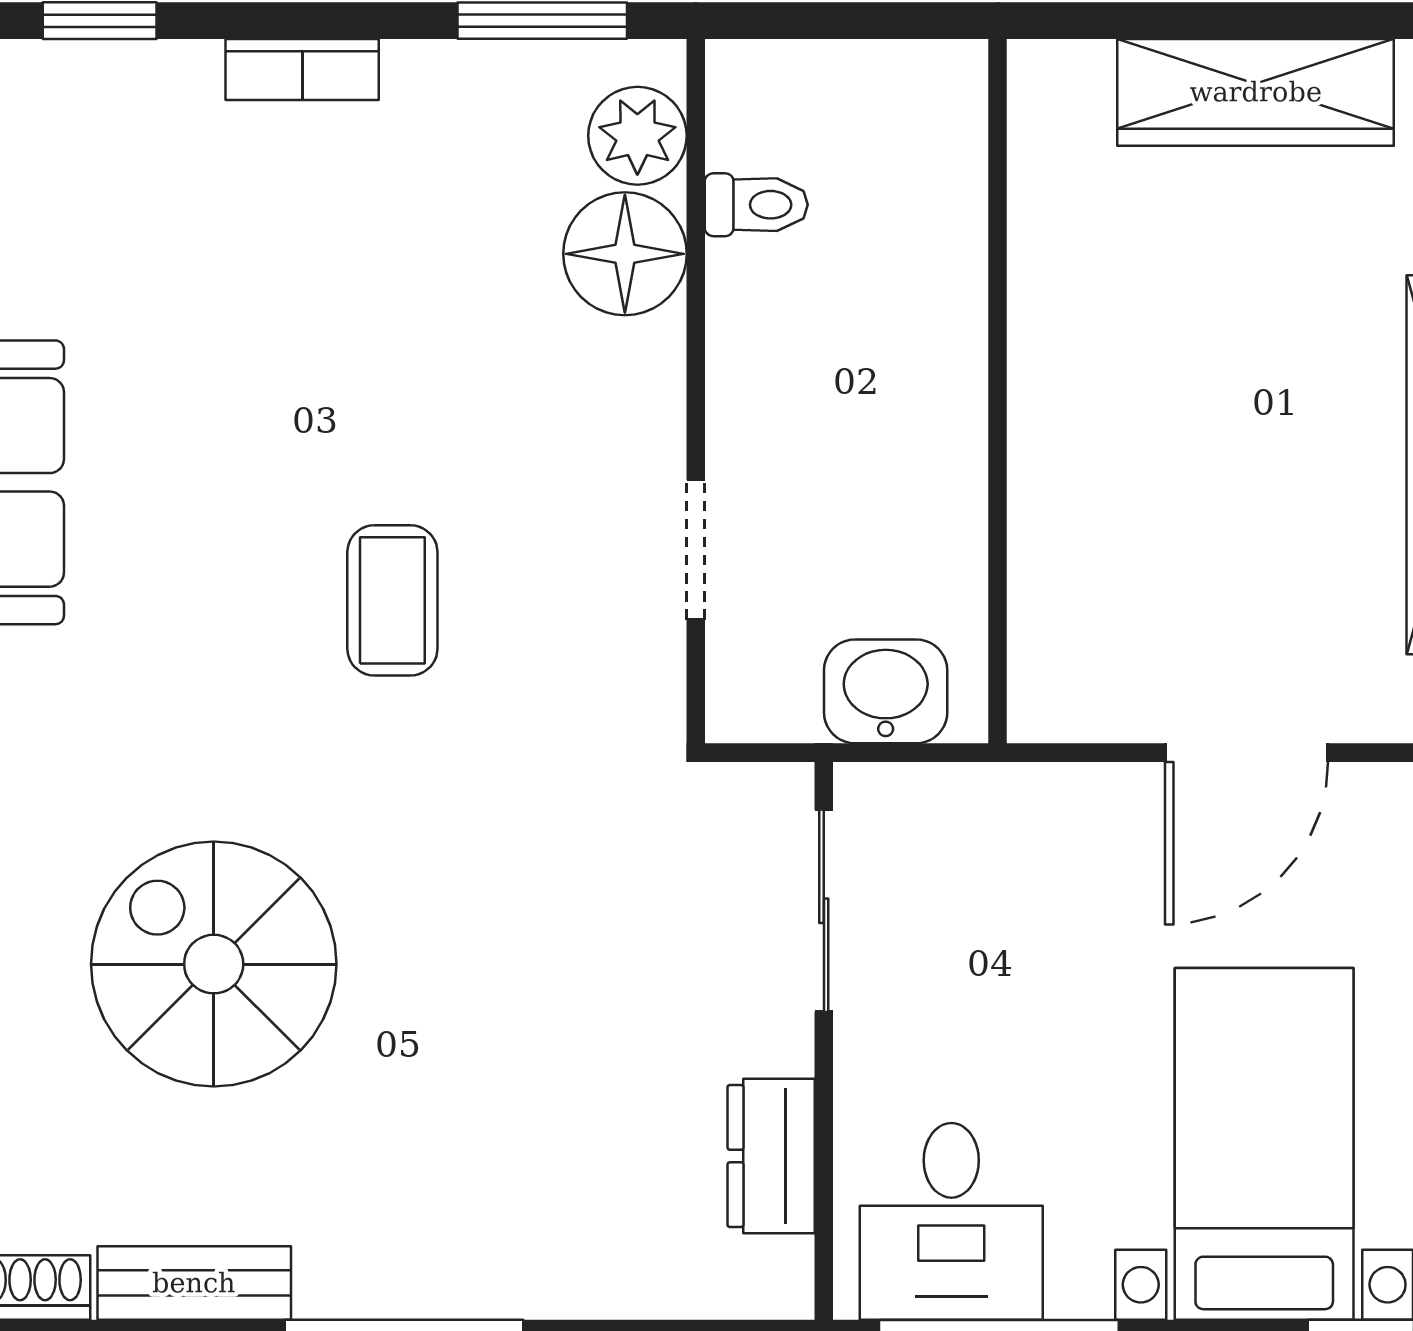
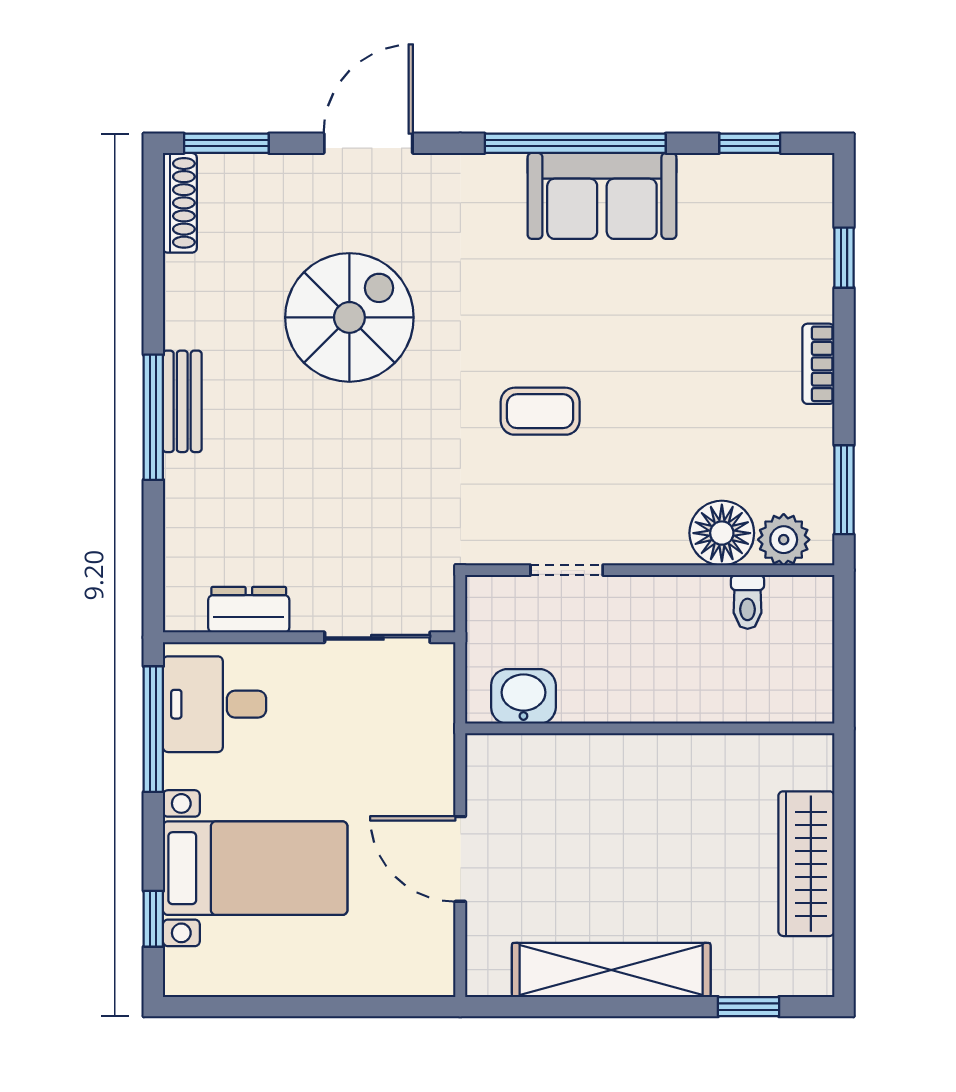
washbasin: (886, 691) -> (523, 696), moved, turned -90
bench: (194, 1283) -> (182, 401), moved

